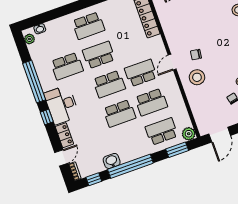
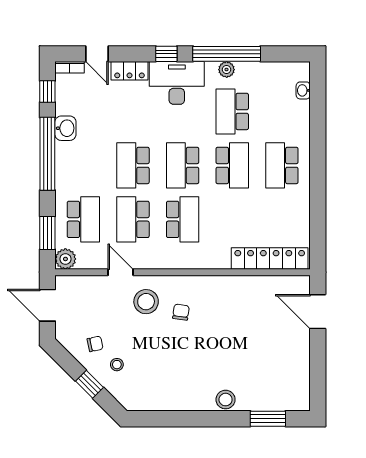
plant: (29, 39) -> (227, 70), moved
door: (172, 62) -> (121, 272), moved

